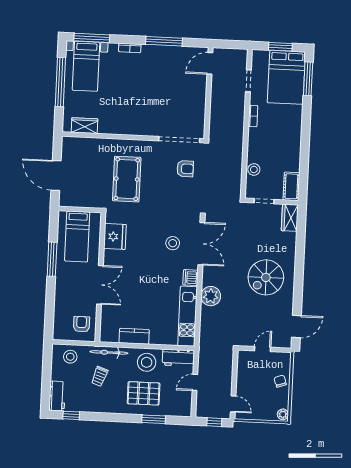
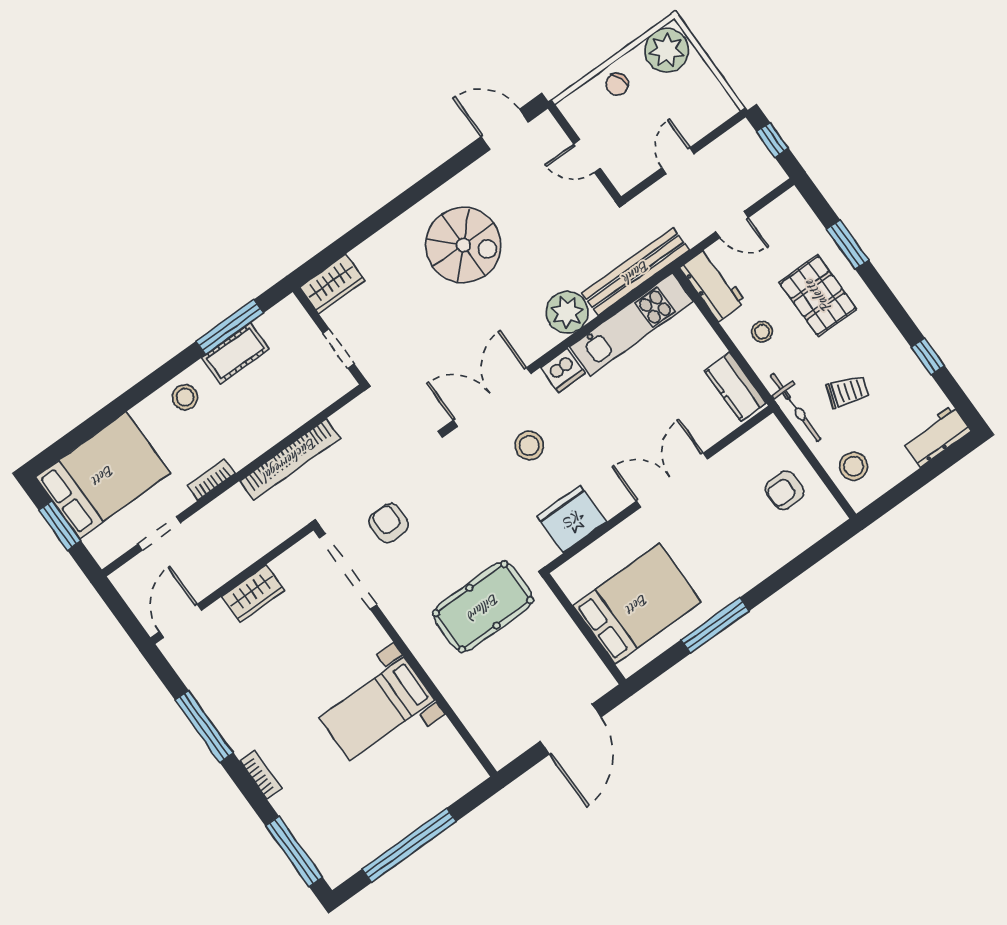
door: (210, 63) -> (180, 621), swing flipped
bed with nightstands: (86, 66) -> (377, 709), moved, turned 180
window: (308, 79) -> (230, 327), moved
wardrobe: (84, 126) -> (253, 593), moved, turned -90
bookcase: (237, 151) -> (290, 459), added
stool: (254, 169) -> (185, 397), moved
cot: (291, 186) -> (235, 353), moved
bed: (77, 236) -> (637, 604), width x1.50
fridge: (115, 237) -> (572, 519), moved
wall: (100, 277) -> (659, 489), moved
double door: (100, 285) -> (672, 480), moved
bench: (206, 333) -> (636, 272), added
stool: (147, 362) -> (762, 332), width x0.53, depth x0.53
door: (233, 404) -> (678, 161), moved
plant: (283, 414) -> (667, 50), width x1.88, depth x1.88
window: (71, 415) -> (928, 356), moved

